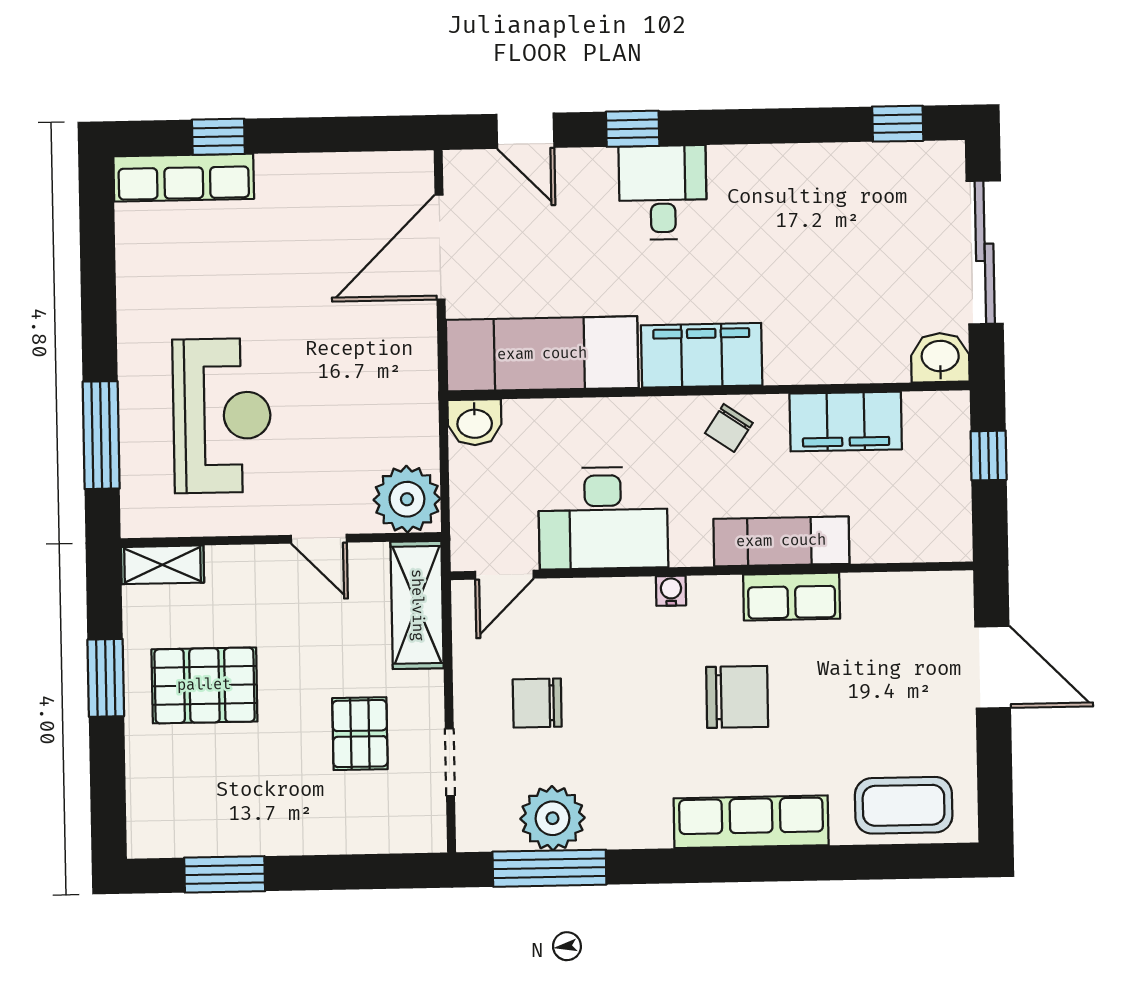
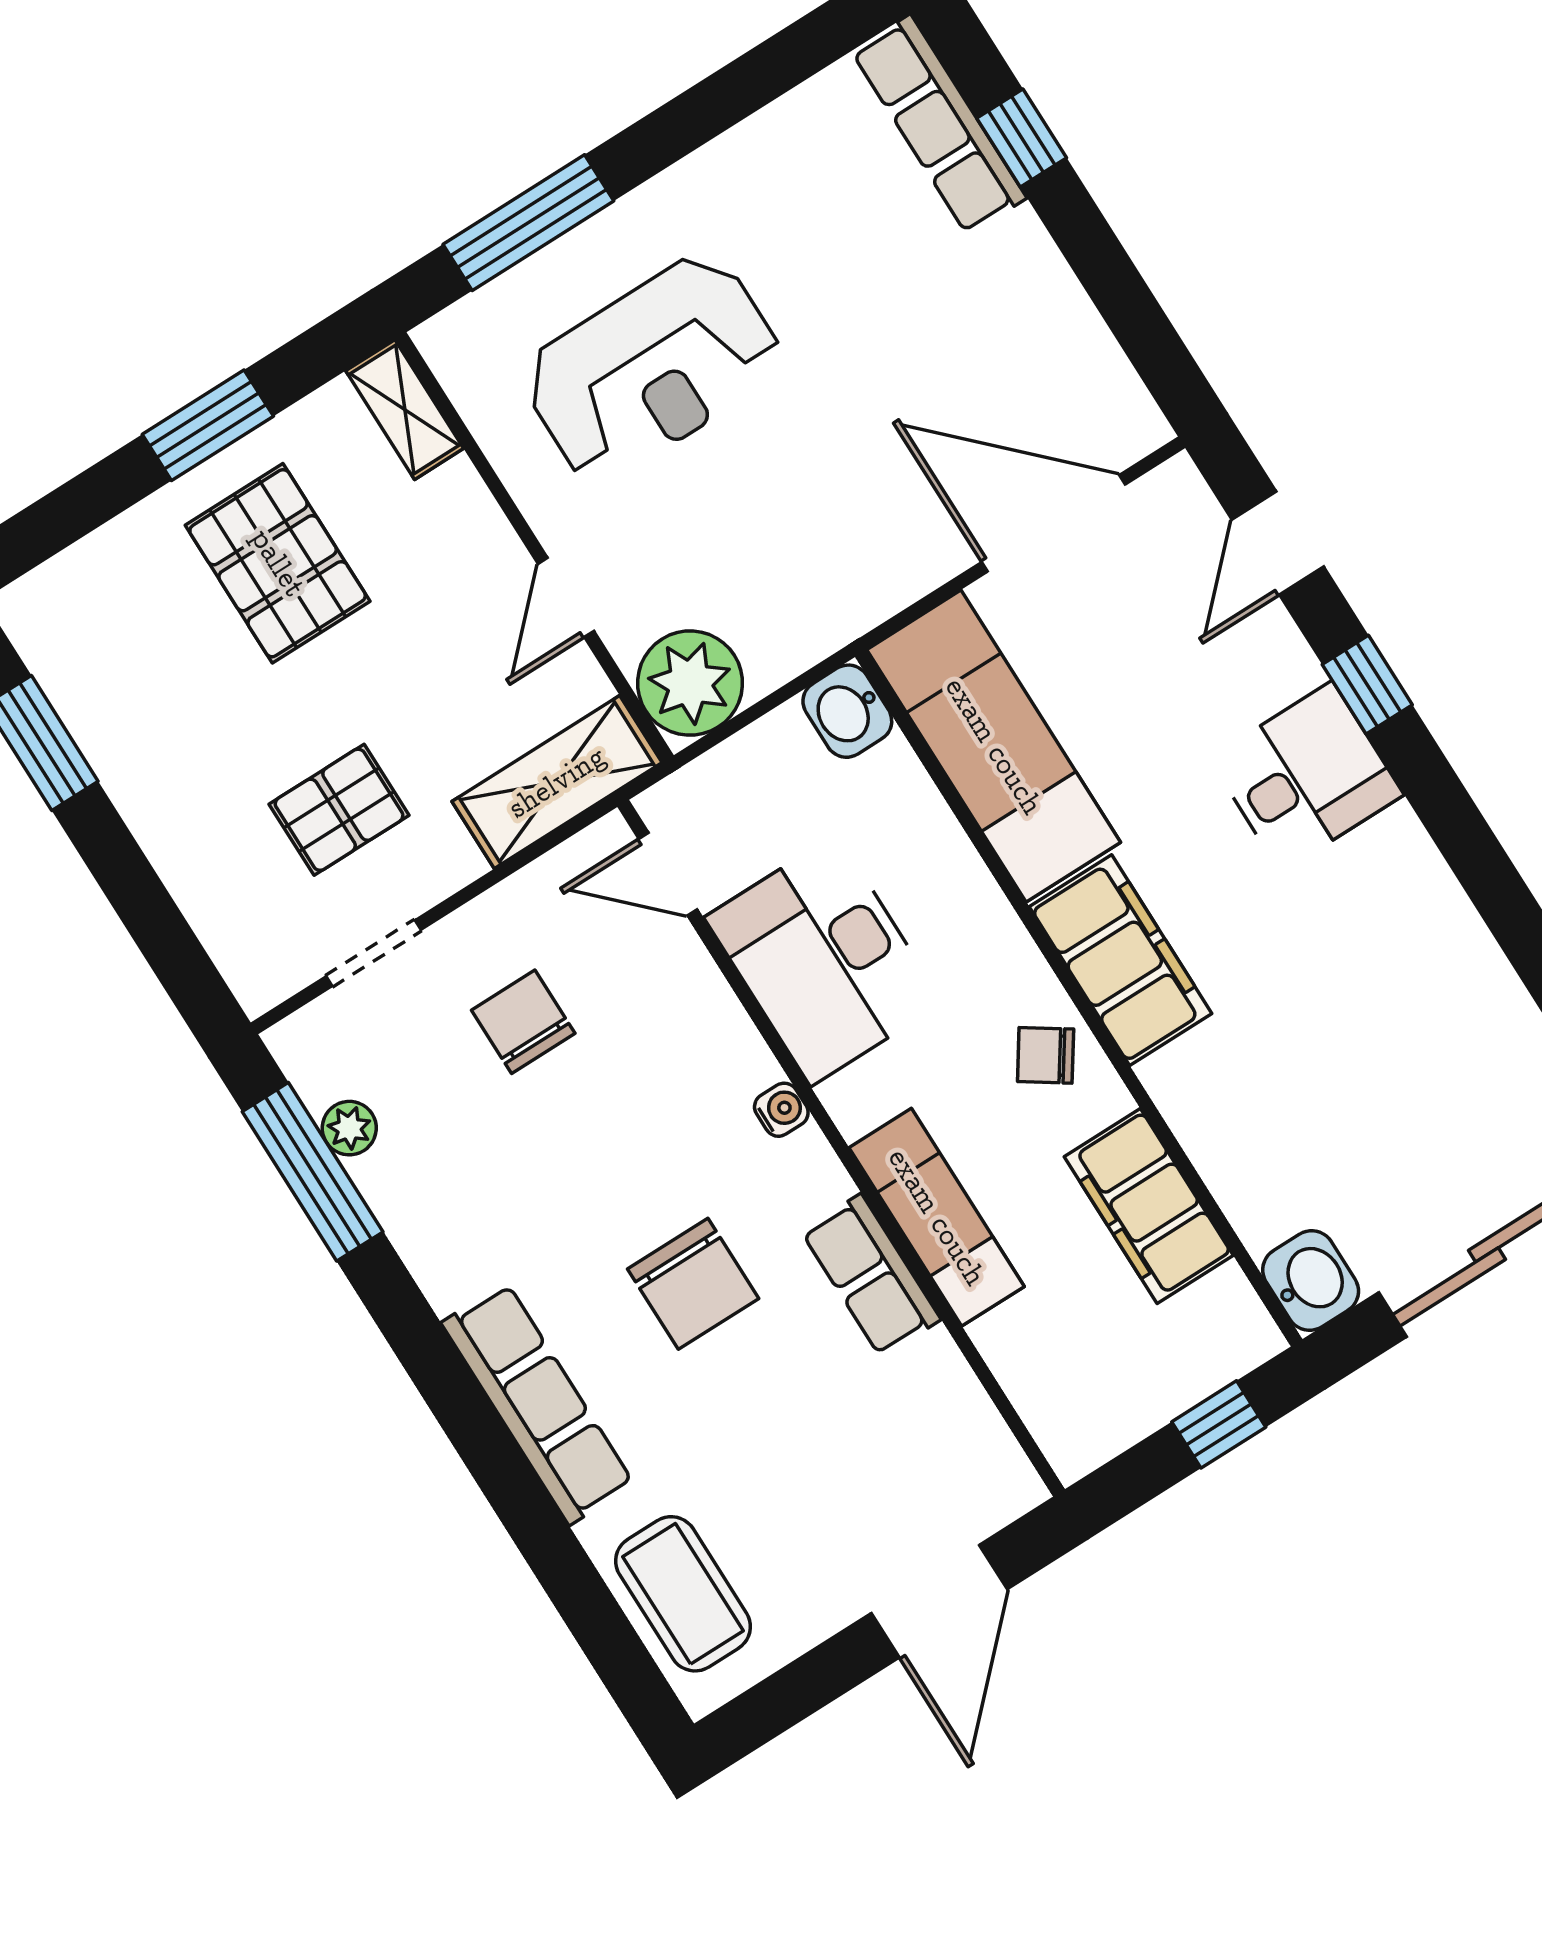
plant: (553, 818) -> (349, 1128), width x0.53, depth x0.53

